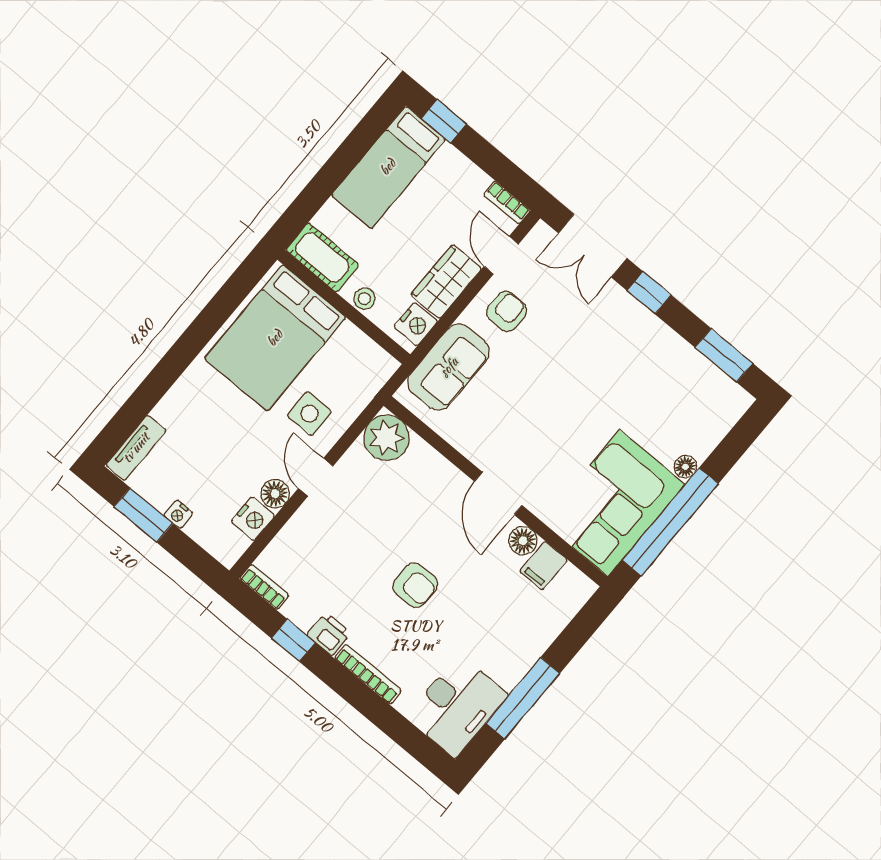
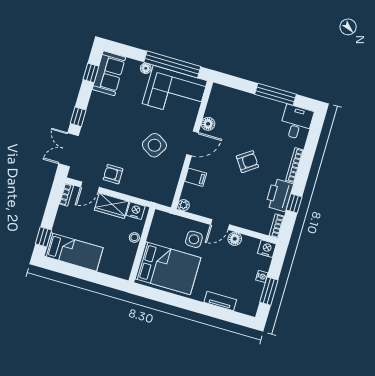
double door: (593, 246) -> (69, 150), swing flipped
cot: (322, 257) -> (125, 263), removed
window: (724, 355) -> (91, 73), width x0.67
sofa: (449, 367) -> (109, 73), moved, turned 90
side table: (527, 417) -> (154, 145), added
plant: (386, 438) -> (184, 205), width x0.53, depth x0.53
tv unit: (136, 448) -> (220, 301), moved
nightstand: (253, 519) -> (267, 249), moved
filing cabinet: (544, 566) -> (196, 177), moved
armchair: (415, 585) -> (247, 162), turned 55
printer: (329, 634) -> (279, 195), width x1.87, depth x1.48
desk: (457, 706) -> (296, 122), width x0.73

